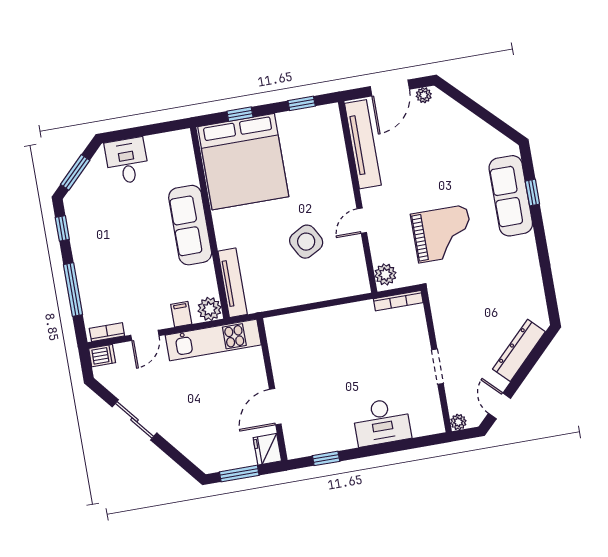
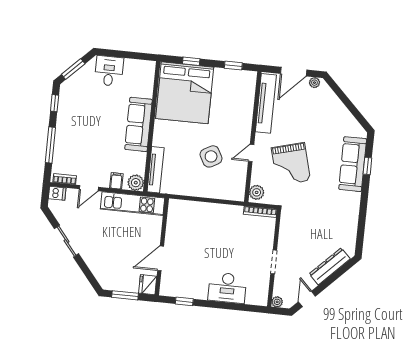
grand piano: (443, 234) -> (291, 164), moved, turned 75

